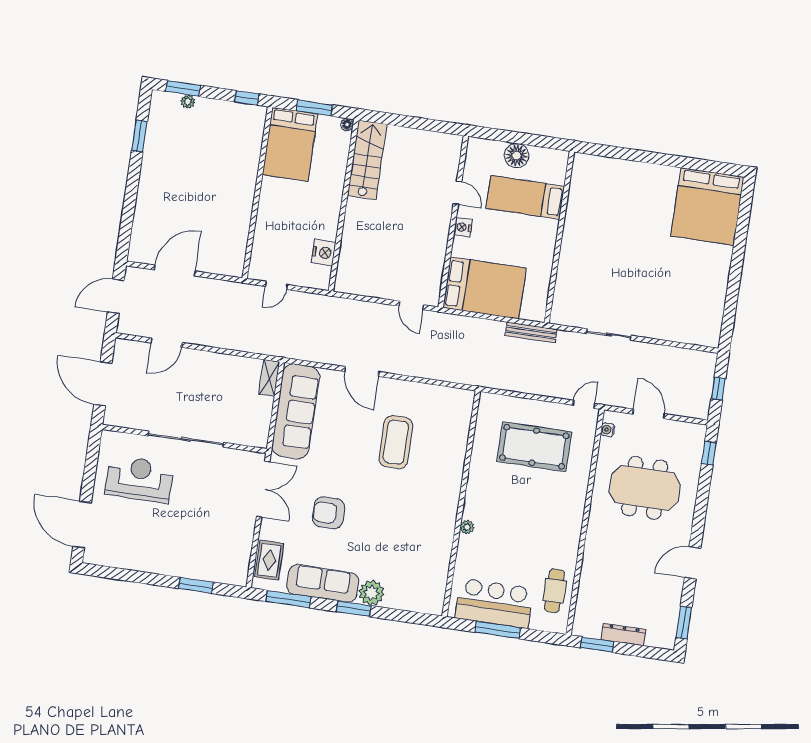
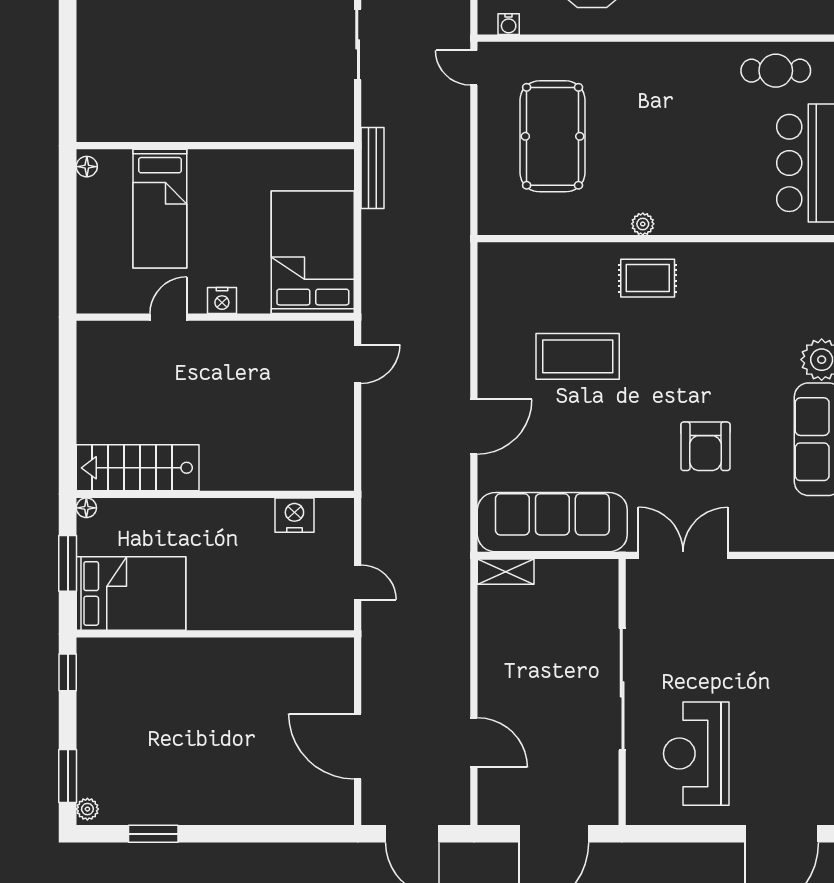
plant: (188, 102) -> (87, 809), moved
floor lamp: (517, 156) -> (87, 167), moved, width x0.53, depth x0.53
plant: (467, 527) -> (643, 224), moved
rug: (269, 560) -> (648, 278), moved

